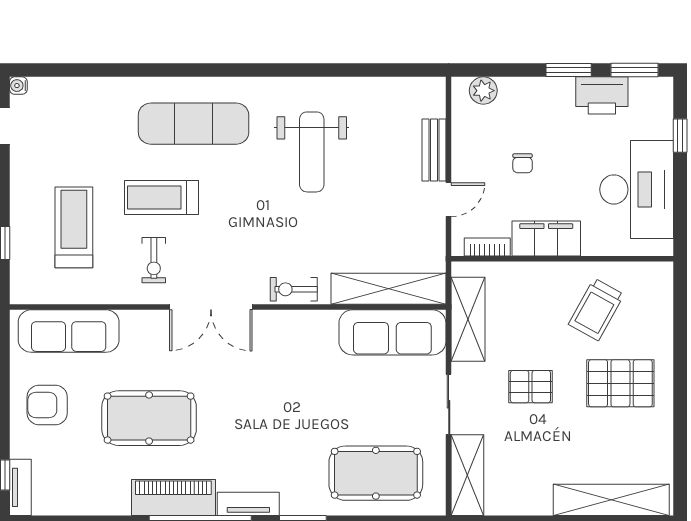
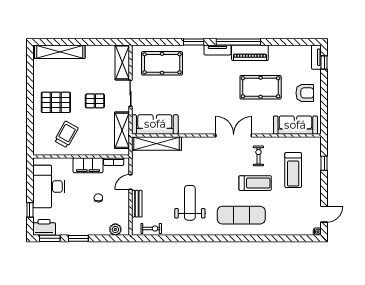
printer: (602, 95) -> (44, 227), moved
exercise bike: (294, 289) -> (151, 229), moved

